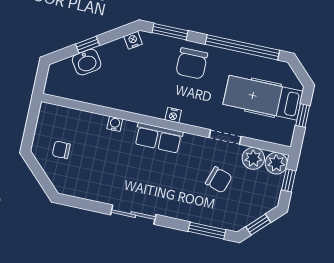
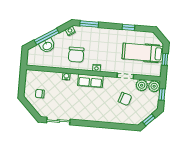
window: (88, 45) -> (47, 37), width x2.17
window: (242, 47) -> (128, 27), width x0.32
chair: (192, 63) -> (76, 55), moved
sliding door: (133, 215) -> (58, 121), moved
window: (207, 231) -> (122, 126), removed

